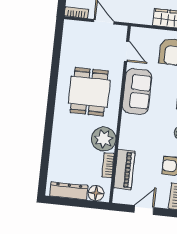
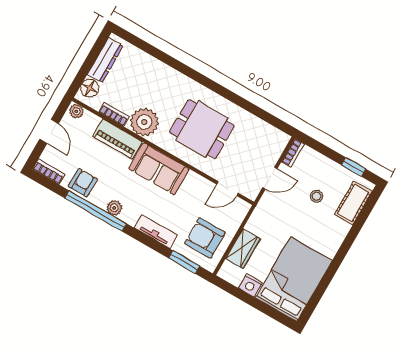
sofa: (137, 91) -> (159, 169), moved
piano: (124, 169) -> (118, 139), moved
plant: (119, 196) -> (76, 111), added

